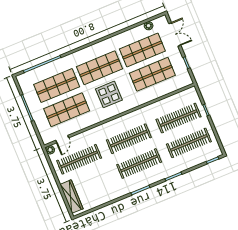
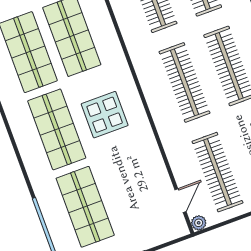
shop shelf: (67, 110) -> (129, 191), removed
door: (62, 139) -> (180, 201), hinge flipped

